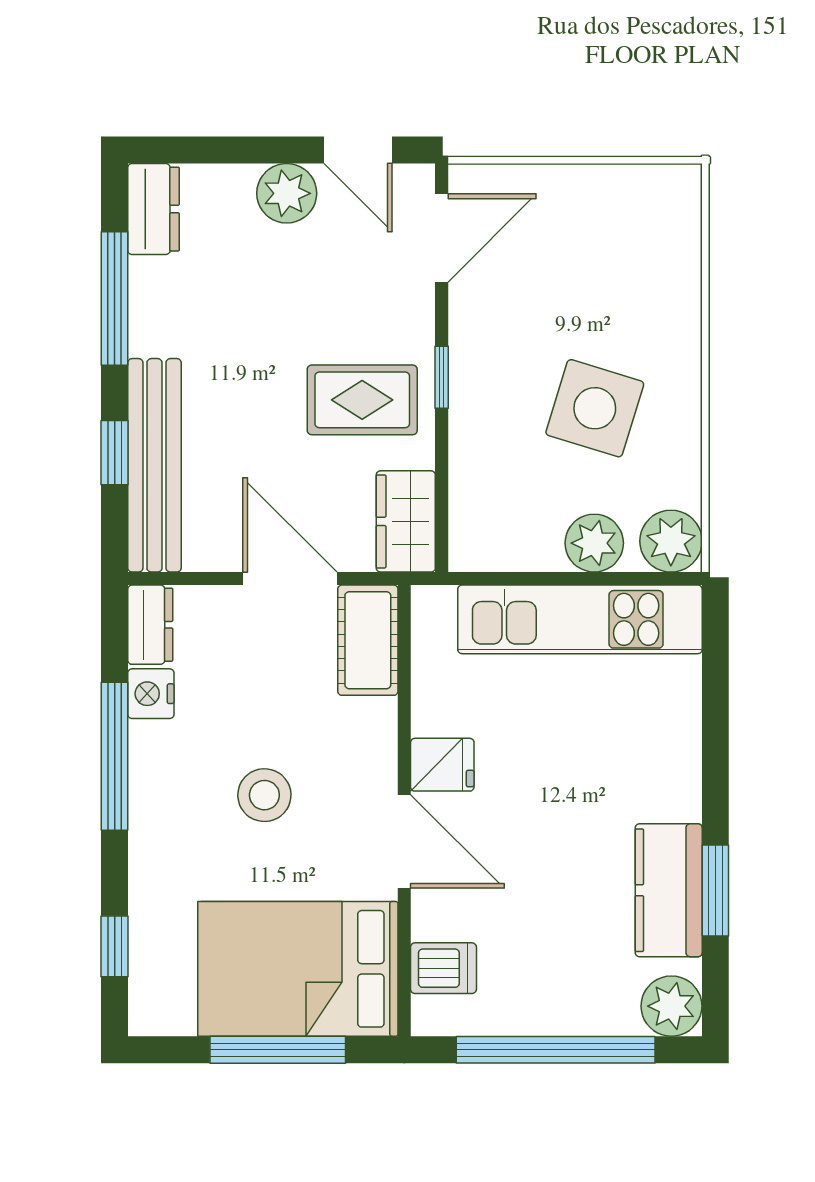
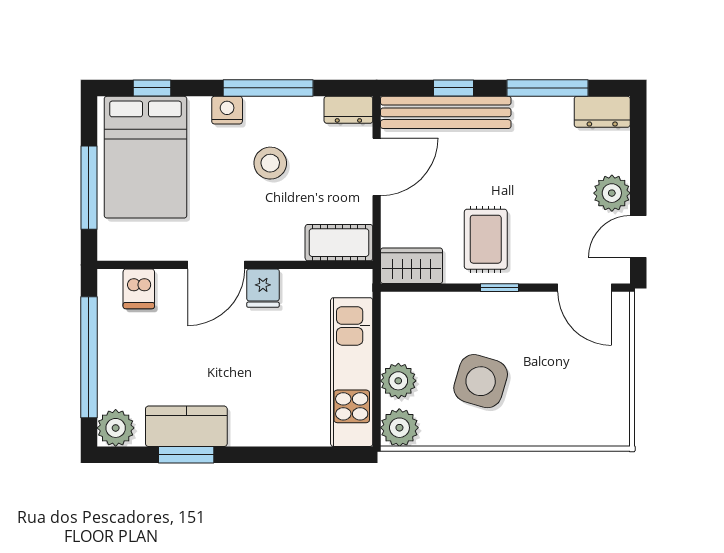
door: (290, 579) -> (377, 167), moved
nightstand: (151, 694) -> (227, 110), moved
stool: (264, 795) -> (270, 163), moved
bed: (298, 969) -> (145, 157), moved, turned 180

